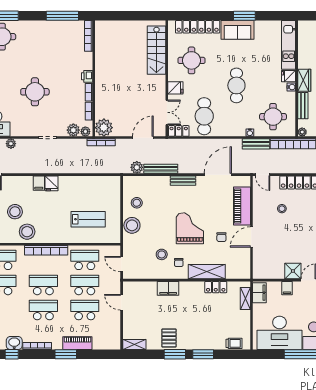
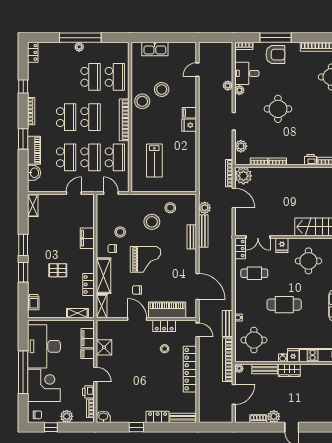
printer: (87, 76) -> (311, 160), moved
cafe table: (204, 116) -> (254, 273), width x0.73, depth x0.74
plant: (85, 132) -> (239, 90), moved
door: (143, 138) -> (234, 198), moved
door: (263, 175) -> (198, 330), swing flipped
bench: (183, 181) -> (192, 237), moved
locker: (258, 209) -> (164, 326), added
stool: (132, 225) -> (152, 222), moved
door: (122, 264) -> (111, 193), hinge flipped
shower: (293, 271) -> (104, 347), moved
shelving: (238, 274) -> (102, 306), added
filing cabinet: (259, 293) -> (88, 338), moved, turned 90
pallet: (169, 338) -> (58, 270), moved
washbasin: (14, 343) -> (34, 173), moved

